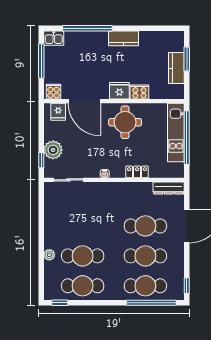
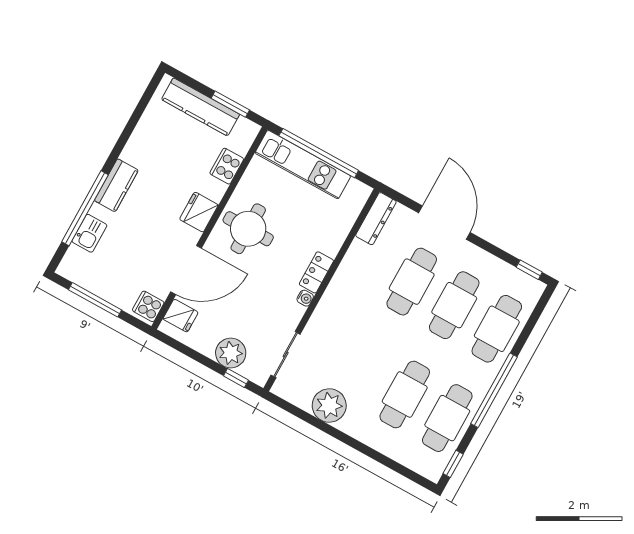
kitchen sink: (54, 38) -> (89, 233), moved
kitchen counter: (124, 38) -> (116, 185), moved
window: (187, 59) -> (230, 104), moved
kitchen counter: (176, 68) -> (200, 107), width x1.50
cooker: (139, 92) -> (227, 166), moved
locker: (137, 172) -> (316, 272), moved
plant: (49, 255) -> (329, 405), moved, width x1.88, depth x1.88
window: (151, 303) -> (494, 390), moved

